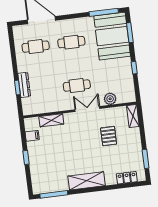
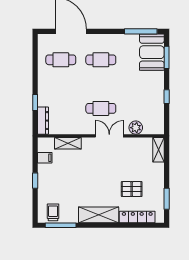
booth: (112, 36) -> (152, 52), width x0.73, depth x0.70
dresser: (24, 85) -> (43, 121), moved
pallet: (109, 136) -> (132, 189), moved, turned 90
locker: (127, 178) -> (137, 217), width x1.53
trolley: (46, 184) -> (53, 212), added

